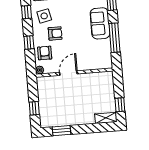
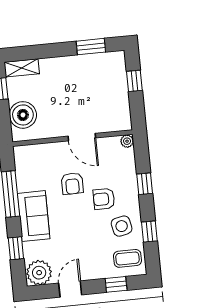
armchair: (45, 53) -> (72, 184), moved
door: (68, 73) -> (82, 137), hinge flipped
boiler: (106, 88) -> (23, 115), added

